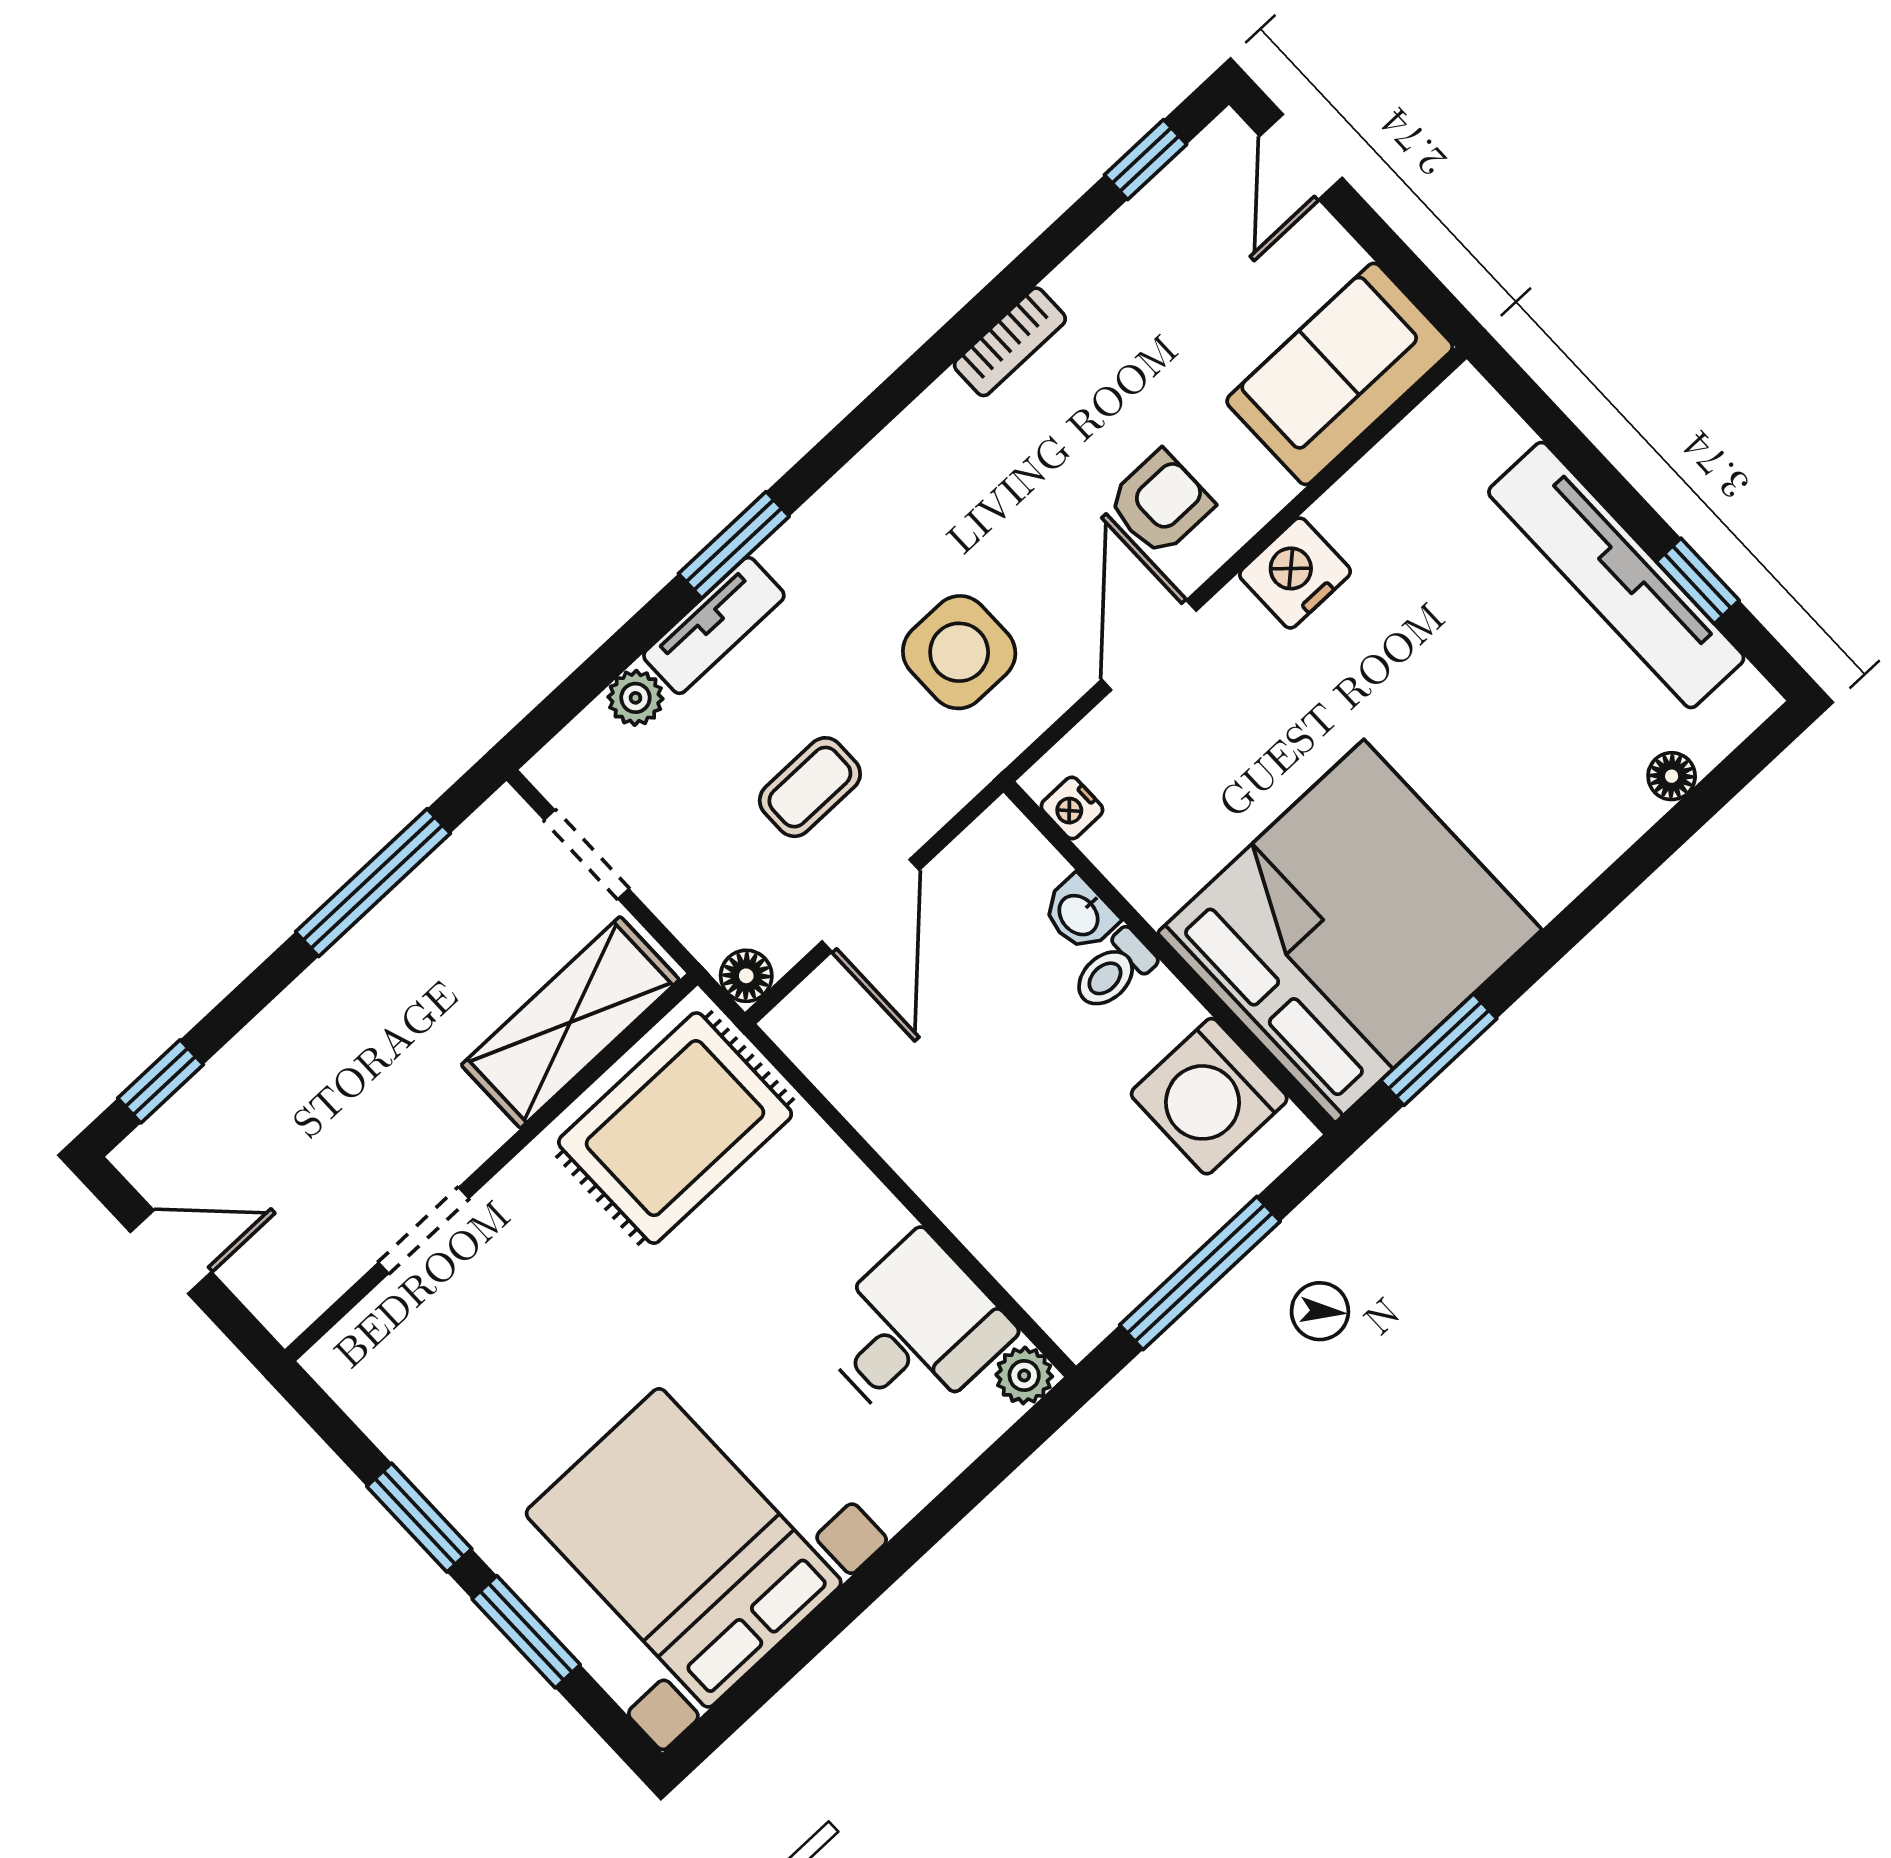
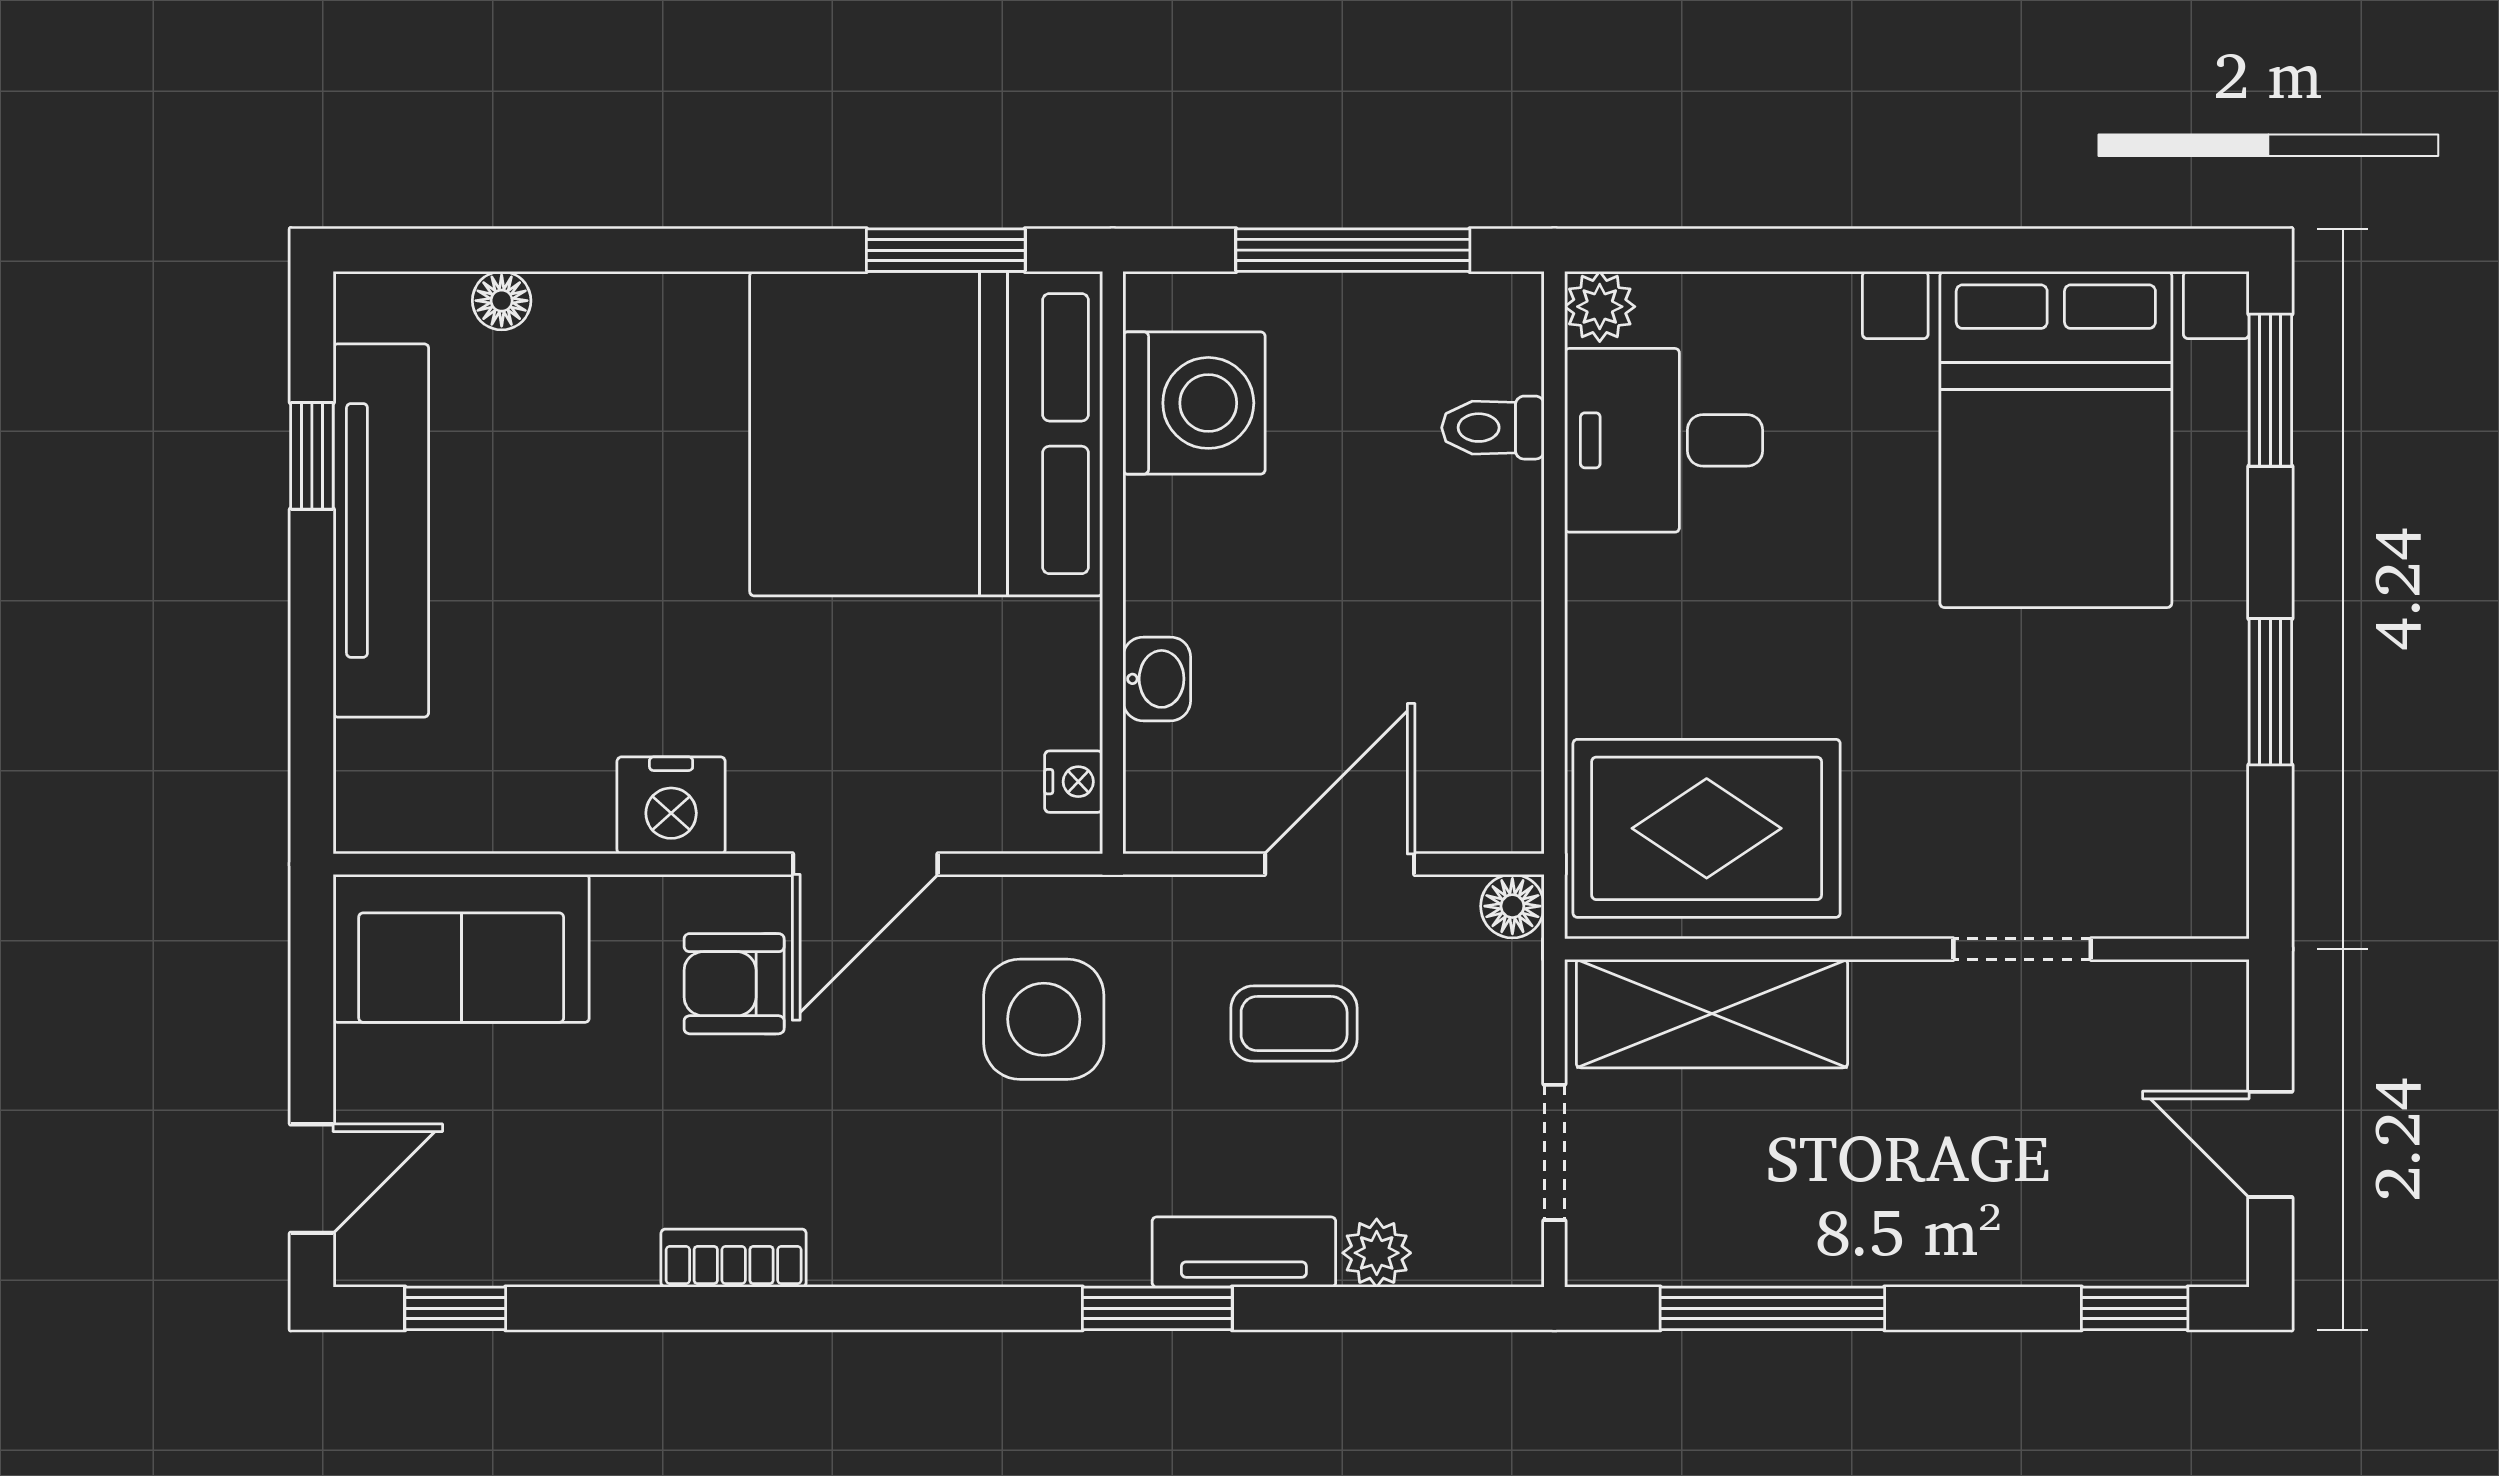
toilet: (1113, 970) -> (1493, 428), moved, turned 180
window: (526, 1632) -> (2270, 390), moved

